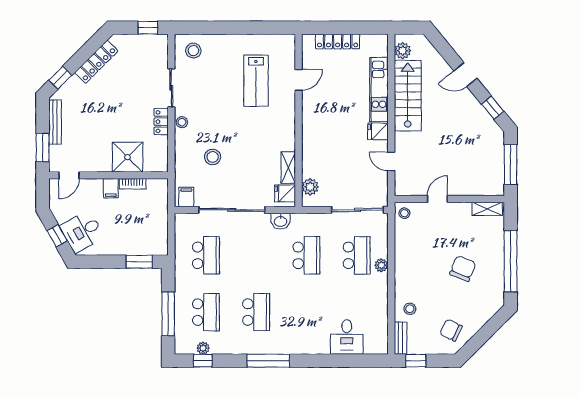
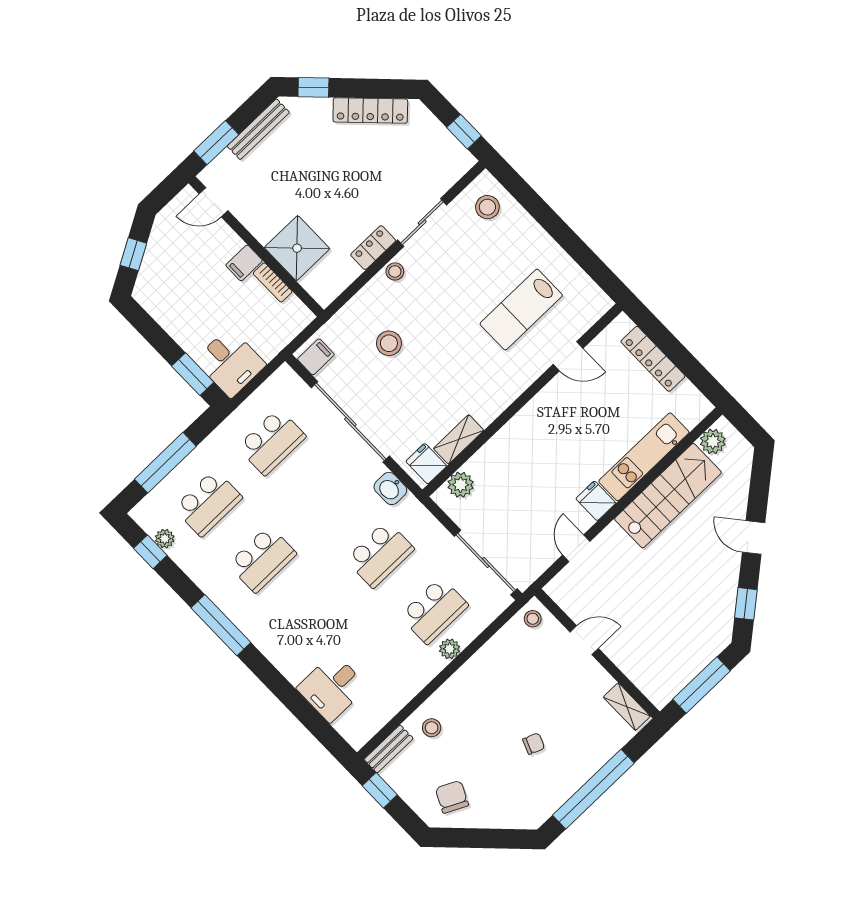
desk: (82, 232) -> (230, 362), moved, turned -151
chair: (463, 269) -> (534, 744), width x0.54, depth x0.54

